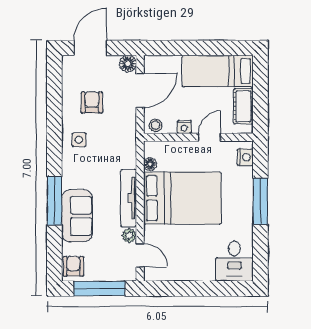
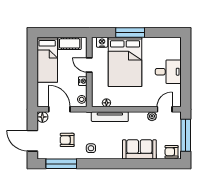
tv unit: (129, 198) -> (110, 117), moved
bed: (182, 198) -> (125, 62), moved, turned 180
window: (54, 201) -> (61, 164), moved
desk: (234, 261) -> (168, 72), moved

